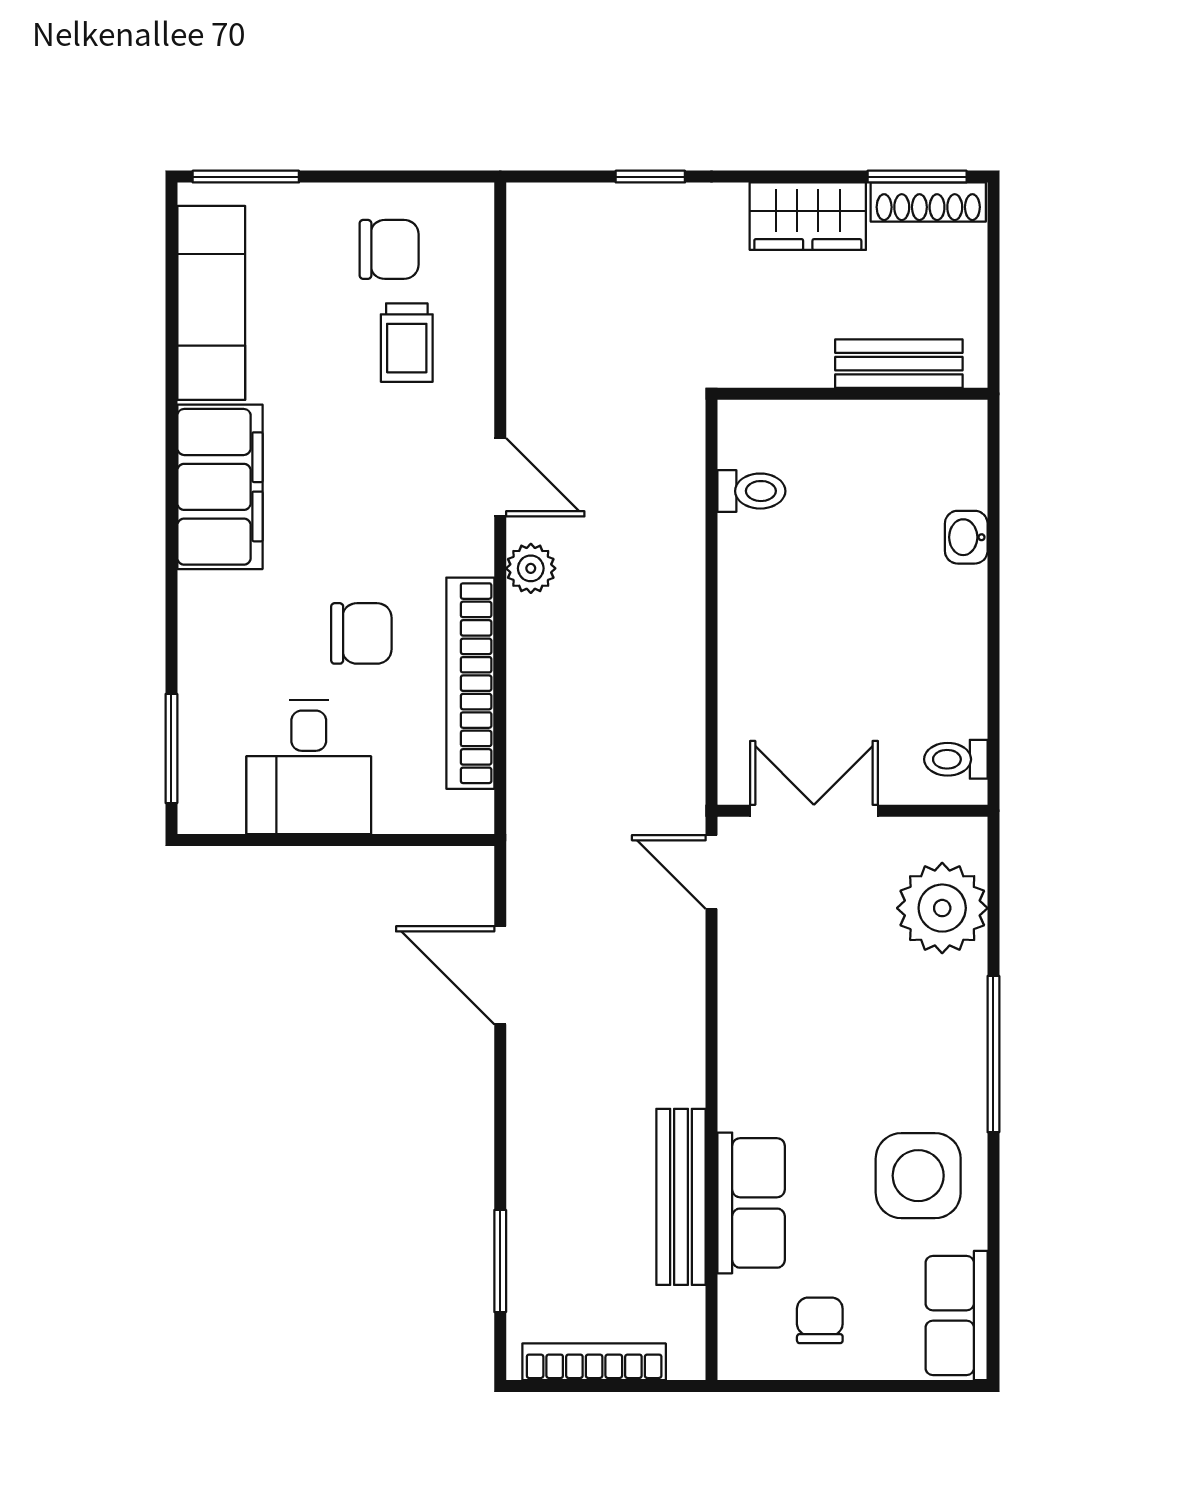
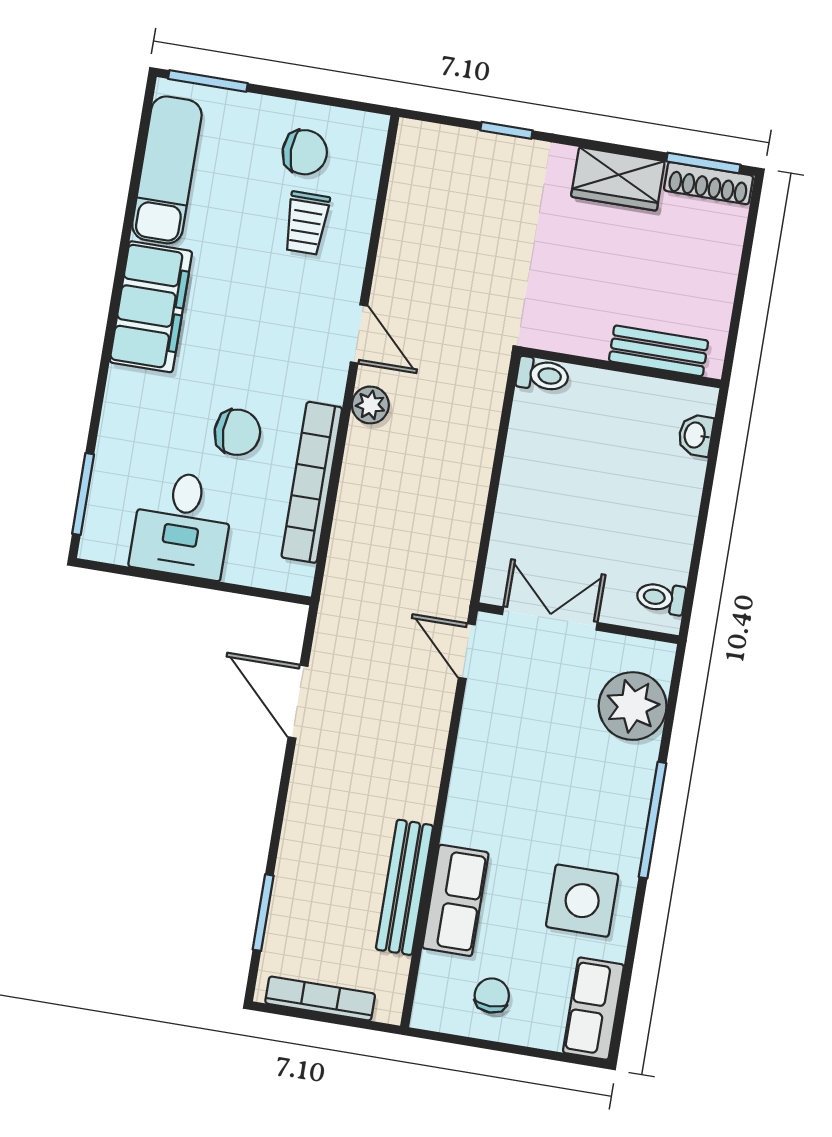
bench: (899, 364) -> (658, 351), moved
wall: (852, 394) -> (621, 367), moved

